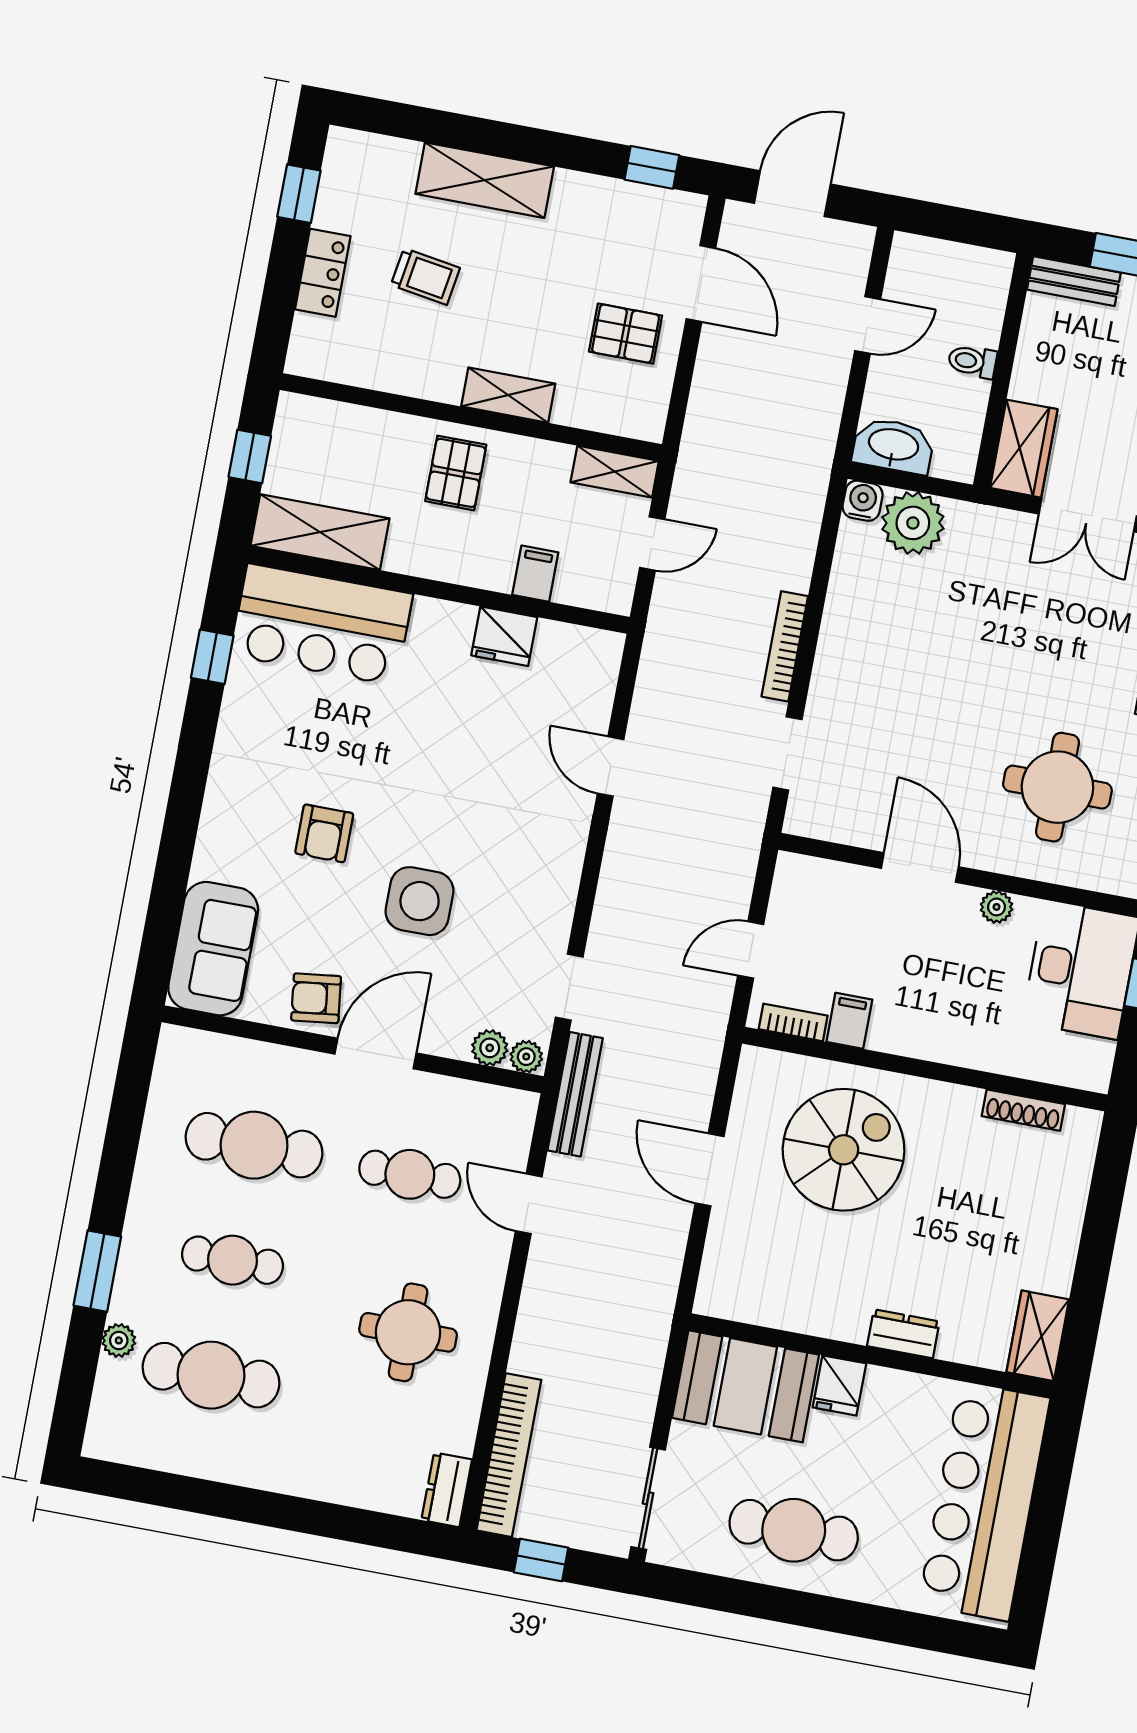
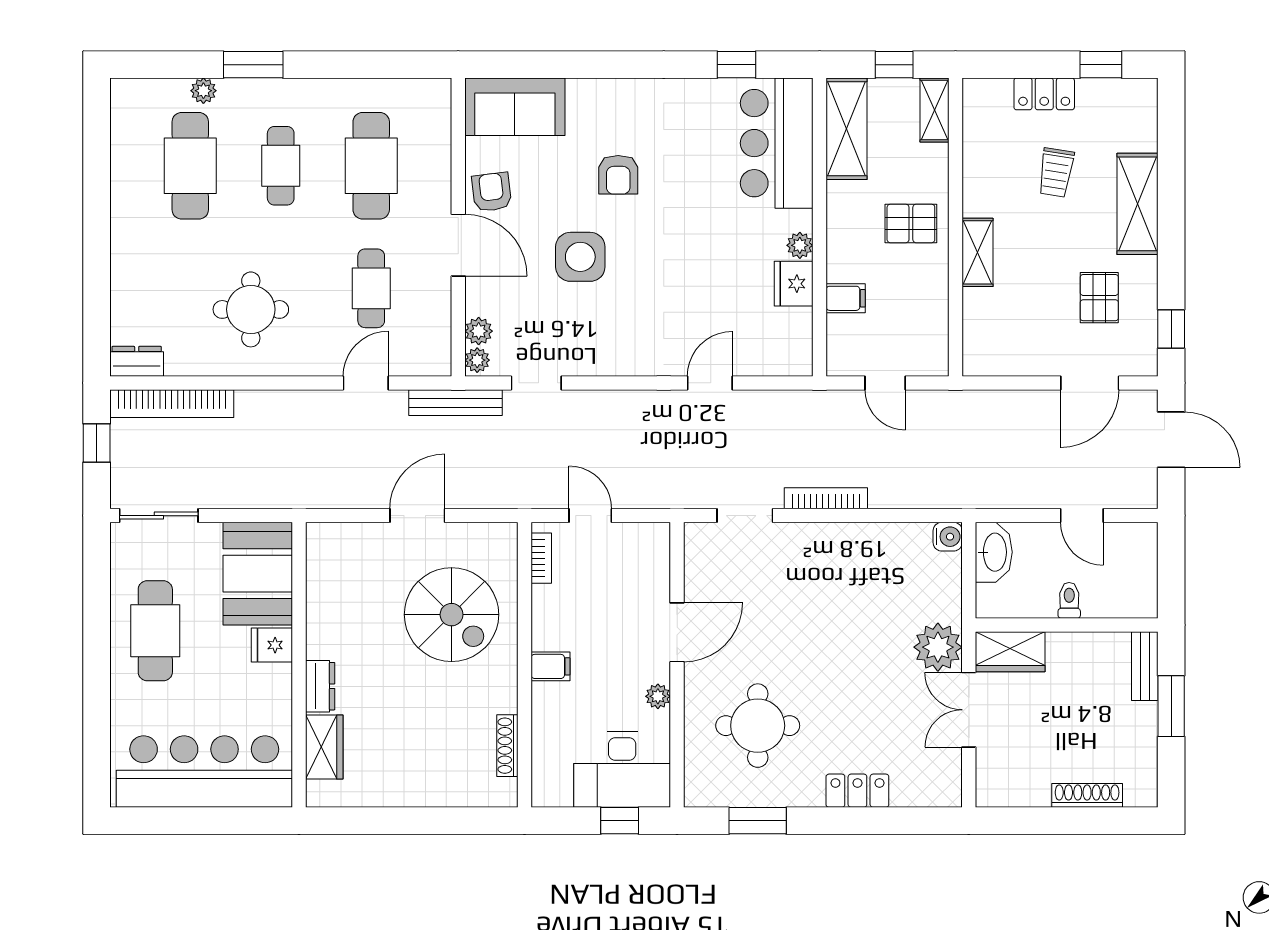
pallet: (626, 334) -> (1099, 298), moved
shelving: (615, 472) -> (934, 110), moved
plant: (913, 523) -> (938, 647), moved
plant: (457, 619) -> (800, 245), added
armchair: (324, 833) -> (618, 175), turned -90
filing cabinet: (849, 1021) -> (550, 666), moved
wardrobe: (1038, 1336) -> (324, 747), moved, turned 90

